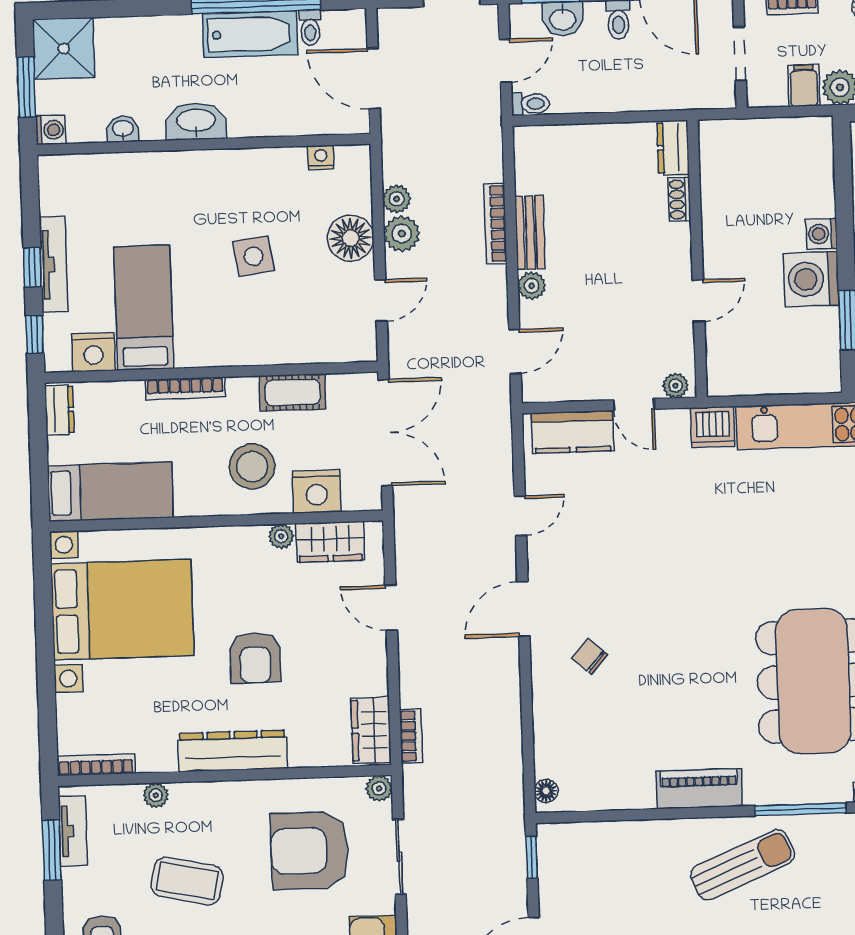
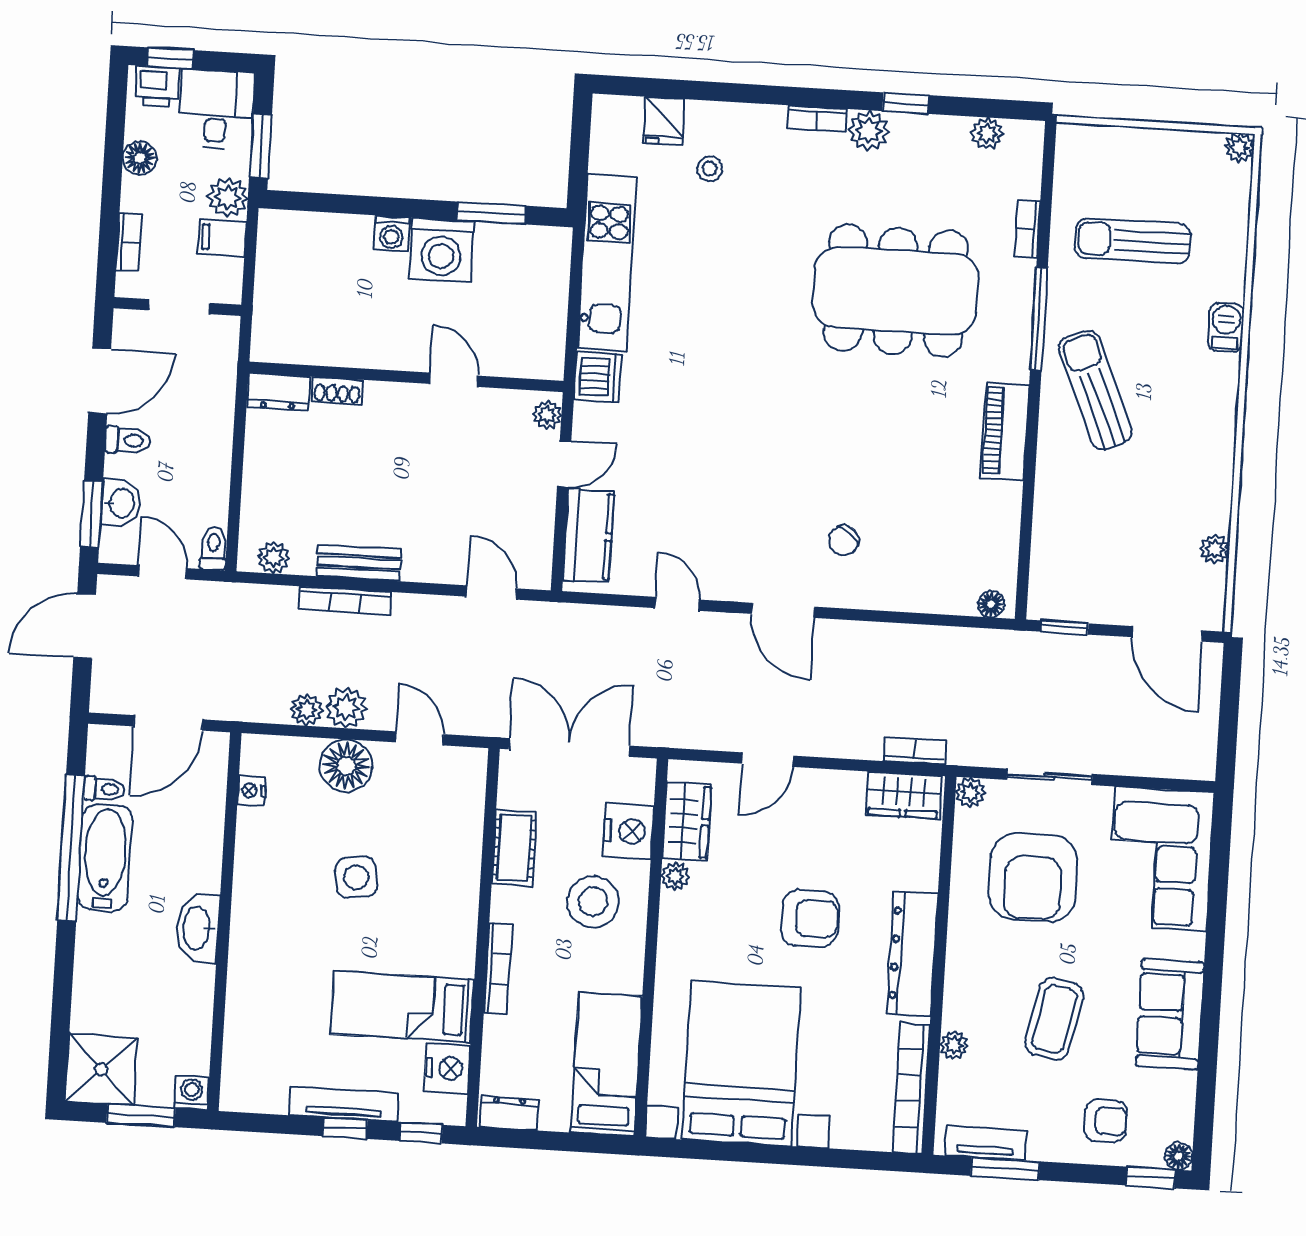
washbasin: (123, 129) -> (199, 1011), removed
plant: (532, 286) -> (273, 558), moved
bookcase: (96, 765) -> (911, 1088), width x1.48, depth x1.31

